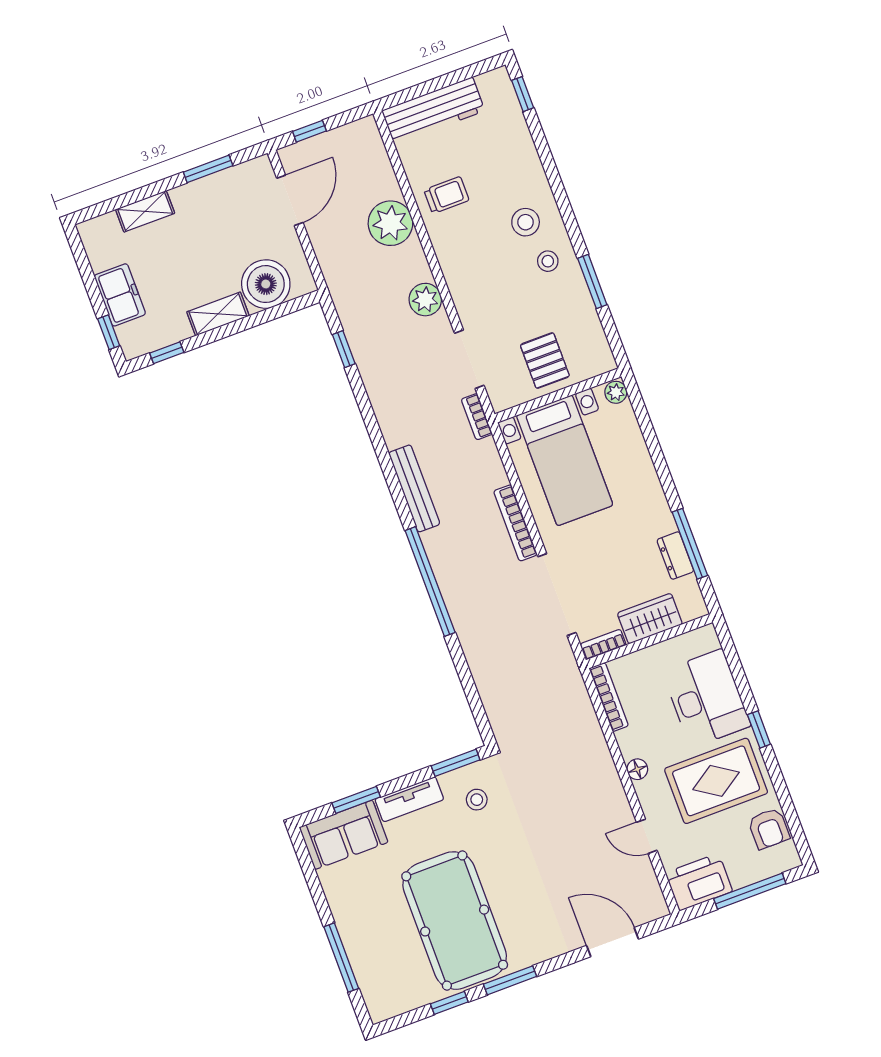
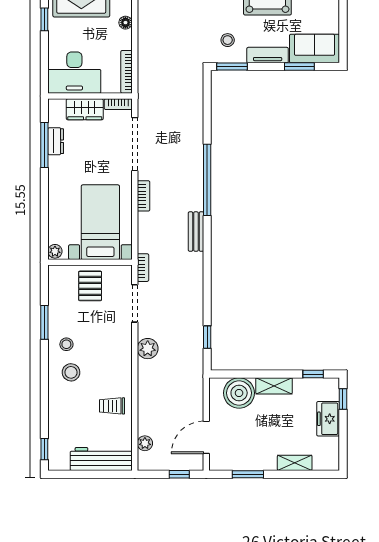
plant: (390, 223) -> (145, 443), moved, width x0.53, depth x0.53
bench: (414, 488) -> (196, 232), width x0.73
bookcase: (515, 523) -> (143, 196), width x0.64
desk: (706, 698) -> (74, 73), moved, turned -90

